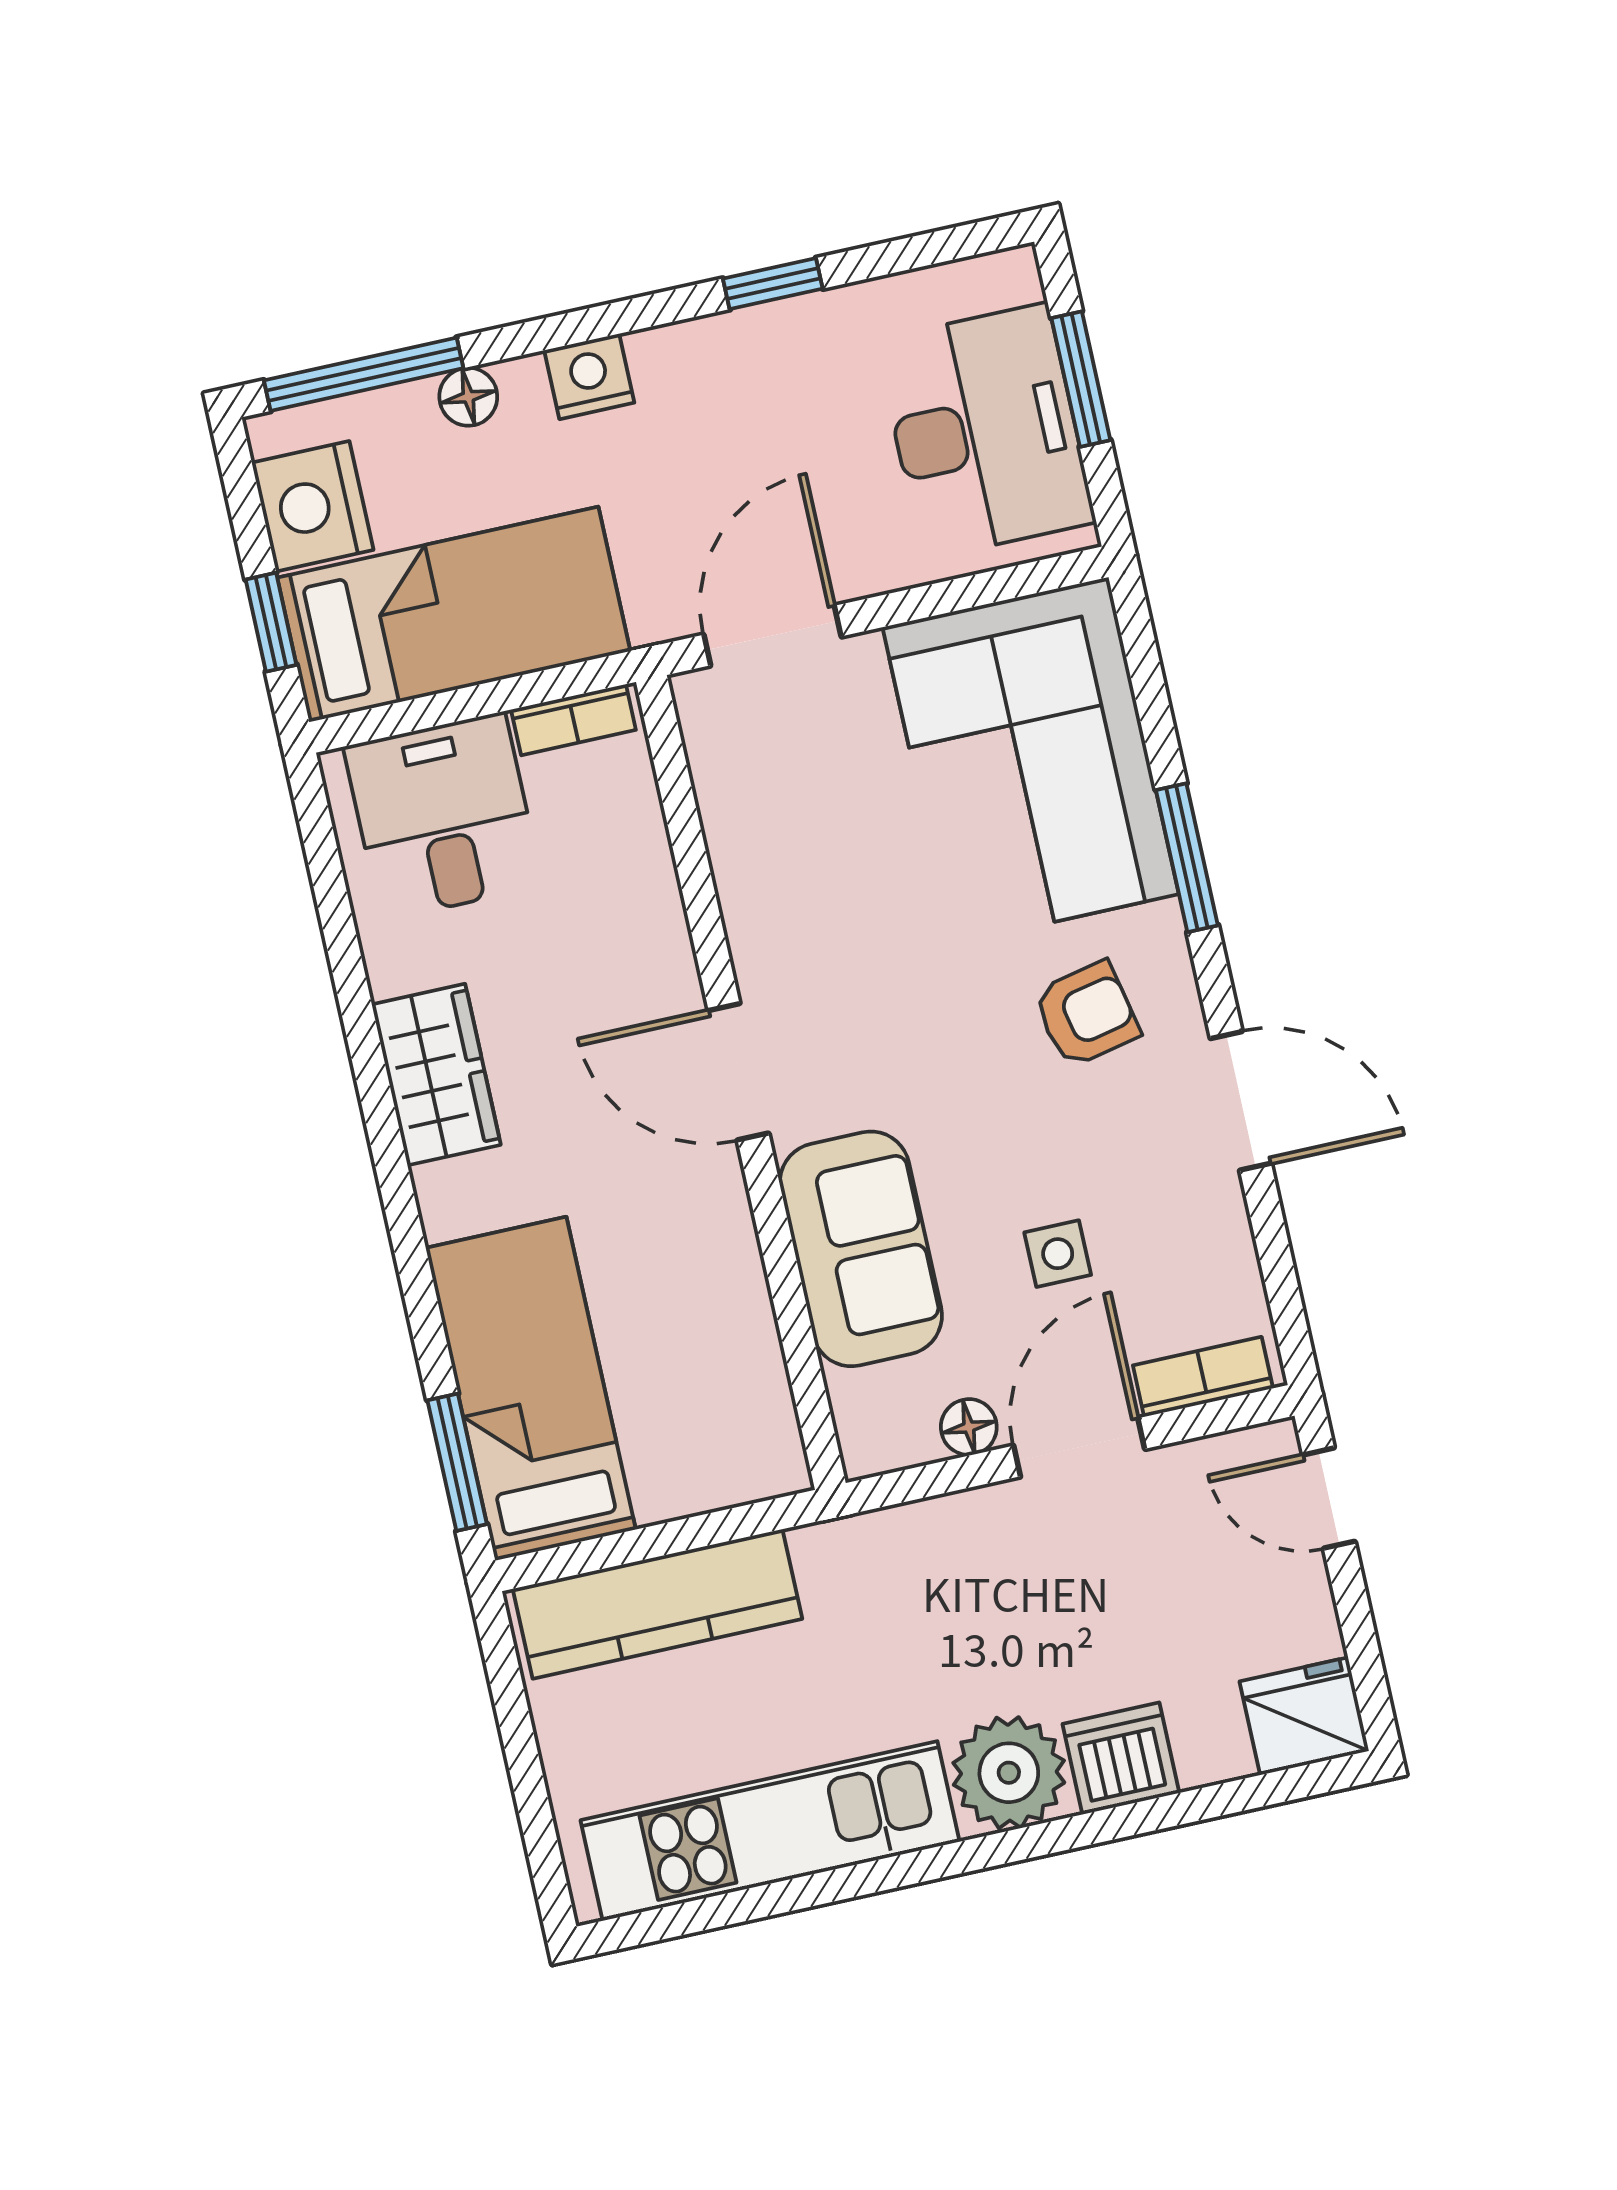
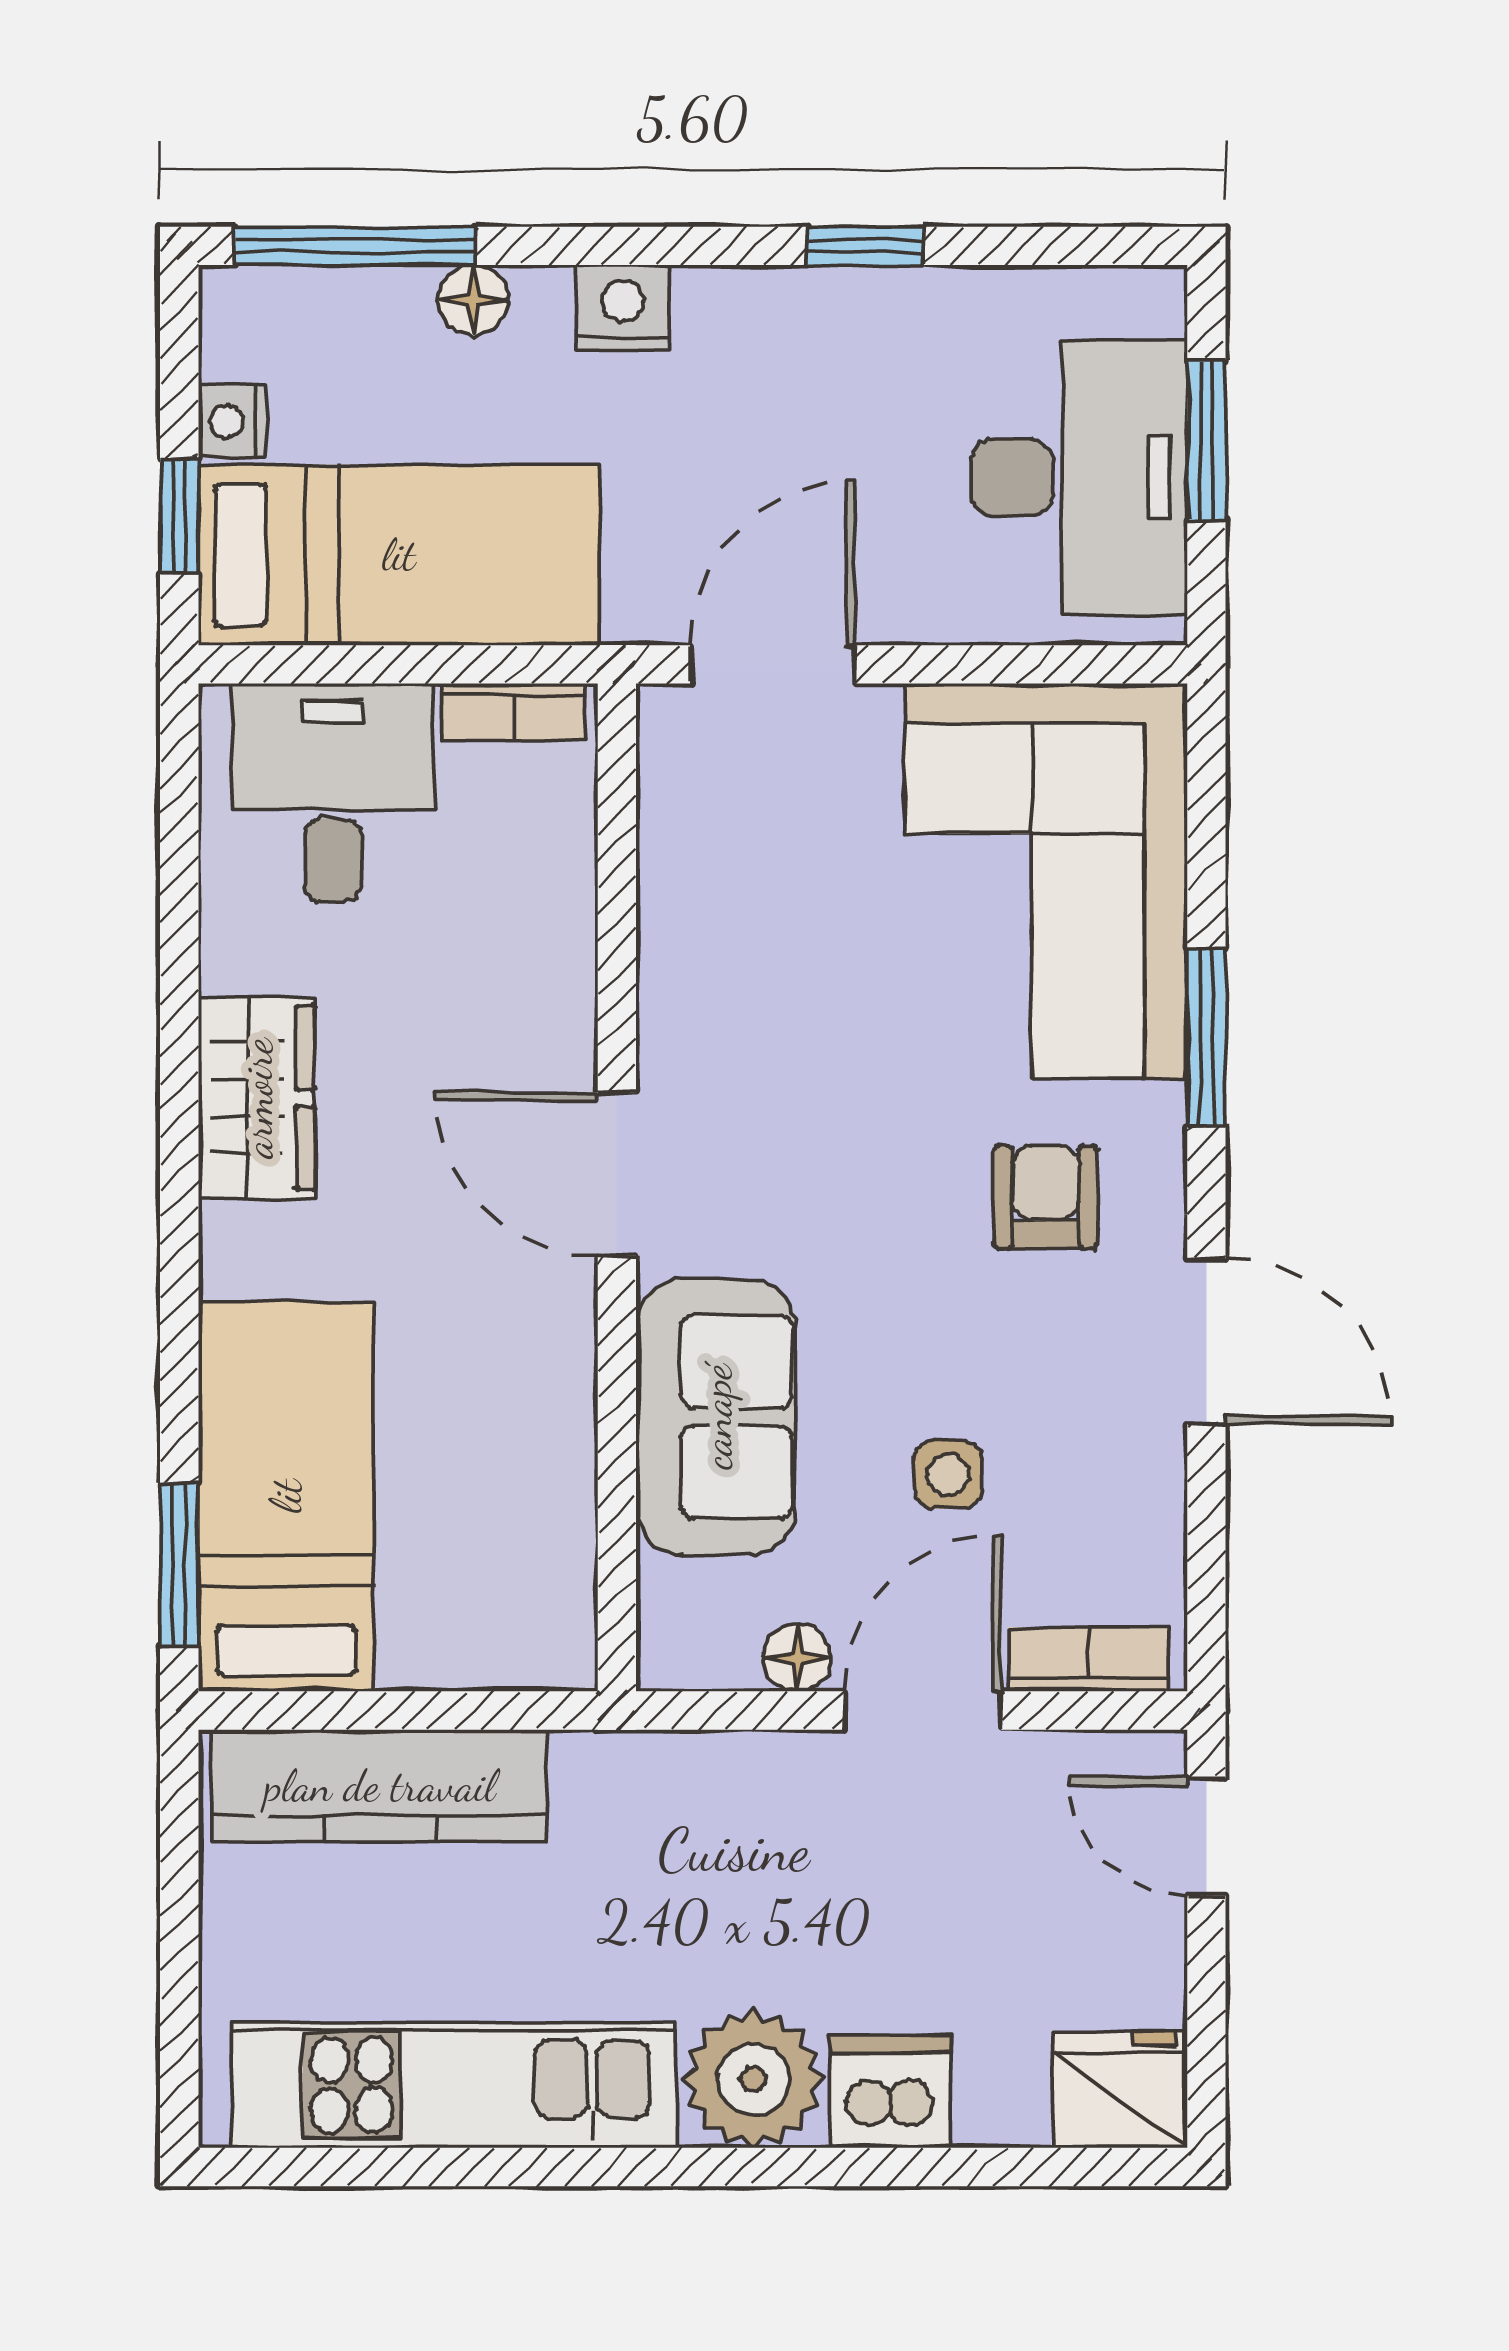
nightstand: (313, 506) -> (232, 421), width x0.53, depth x0.56
armchair: (1086, 1014) -> (1046, 1197), turned -78

